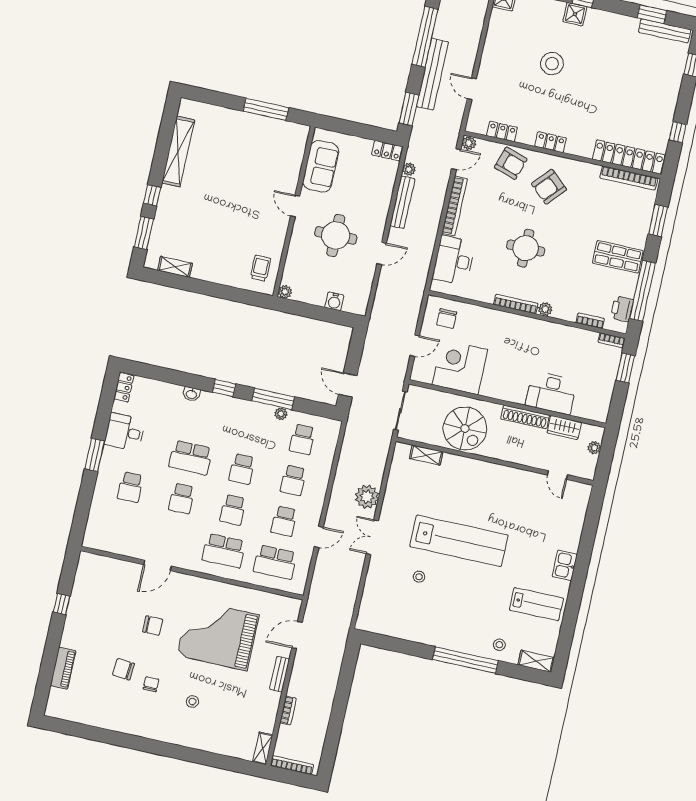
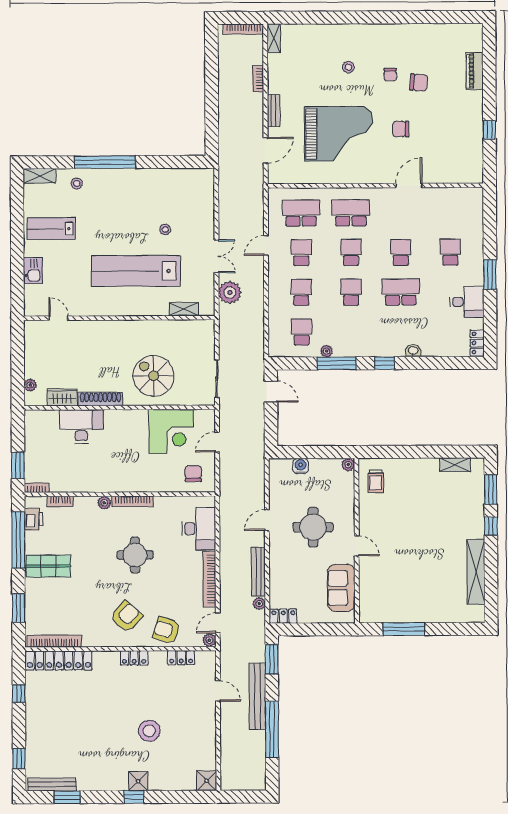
shelving: (426, 455) -> (184, 309), moved
wall: (495, 461) -> (119, 318), moved
door: (557, 475) -> (58, 318), moved

